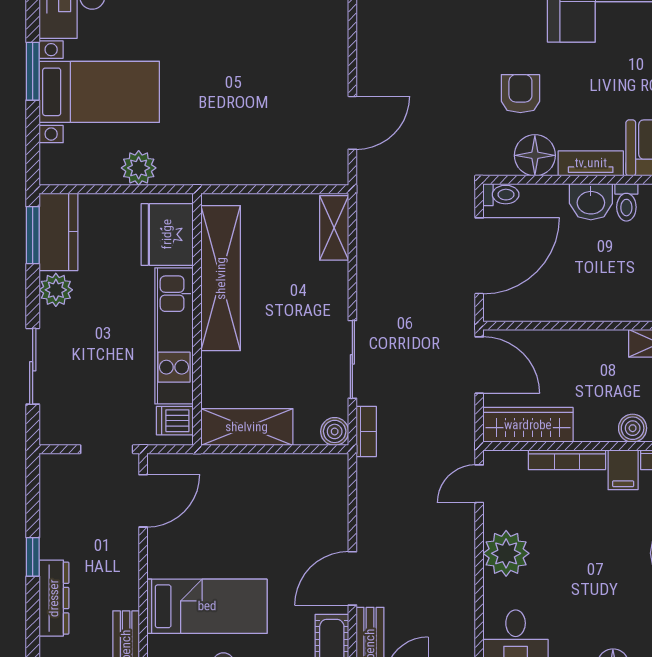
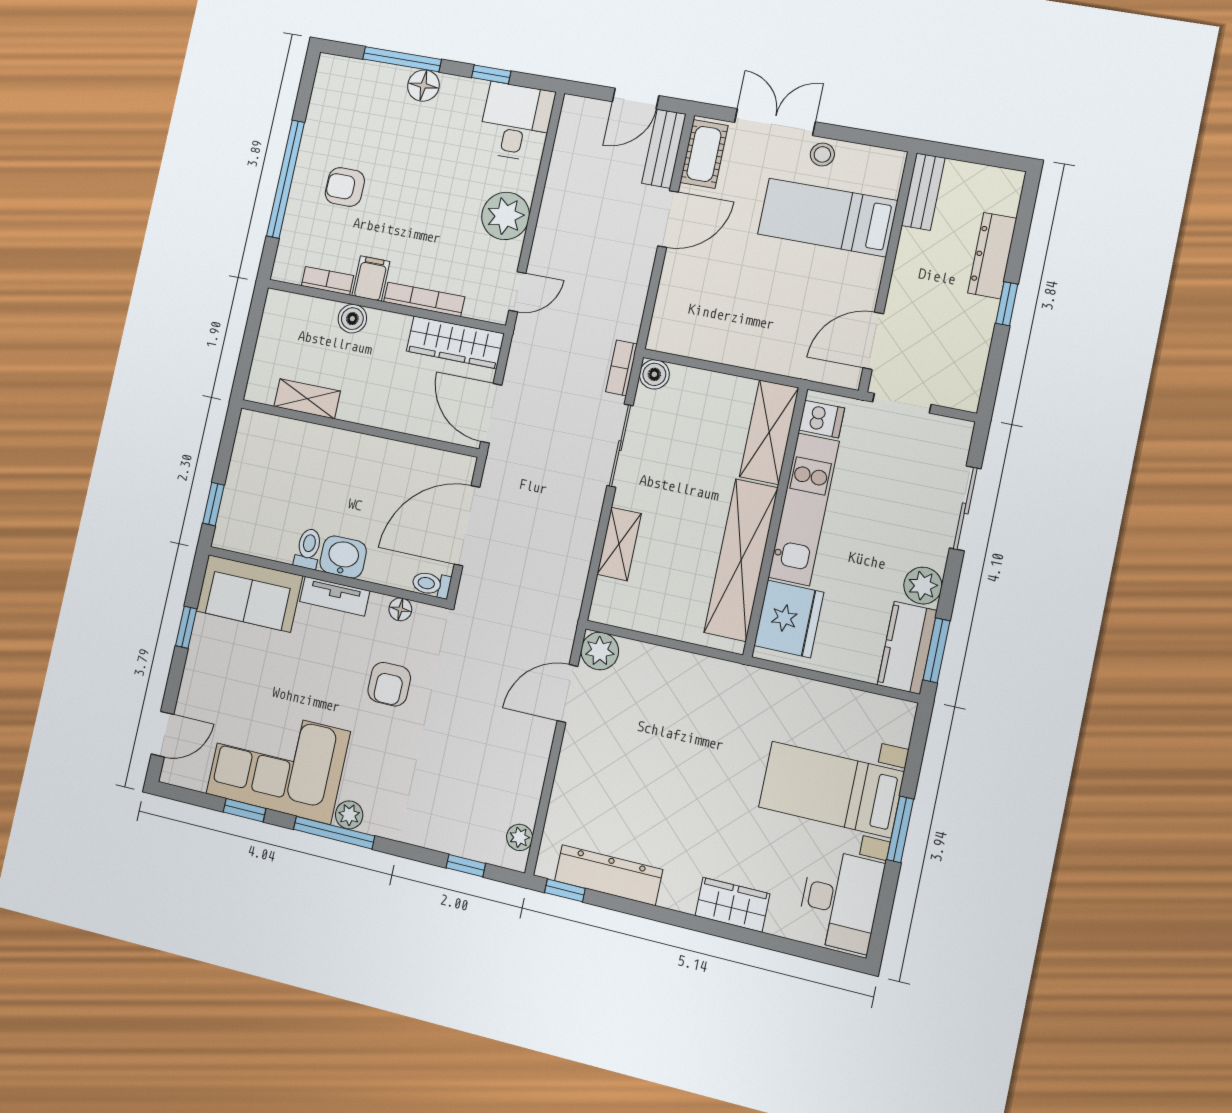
floor lamp: (535, 155) -> (400, 609), width x0.53, depth x0.53
plant: (139, 168) -> (600, 651), moved
shelving: (334, 228) -> (619, 544), moved
shelving: (247, 427) -> (769, 432), moved, turned 90

